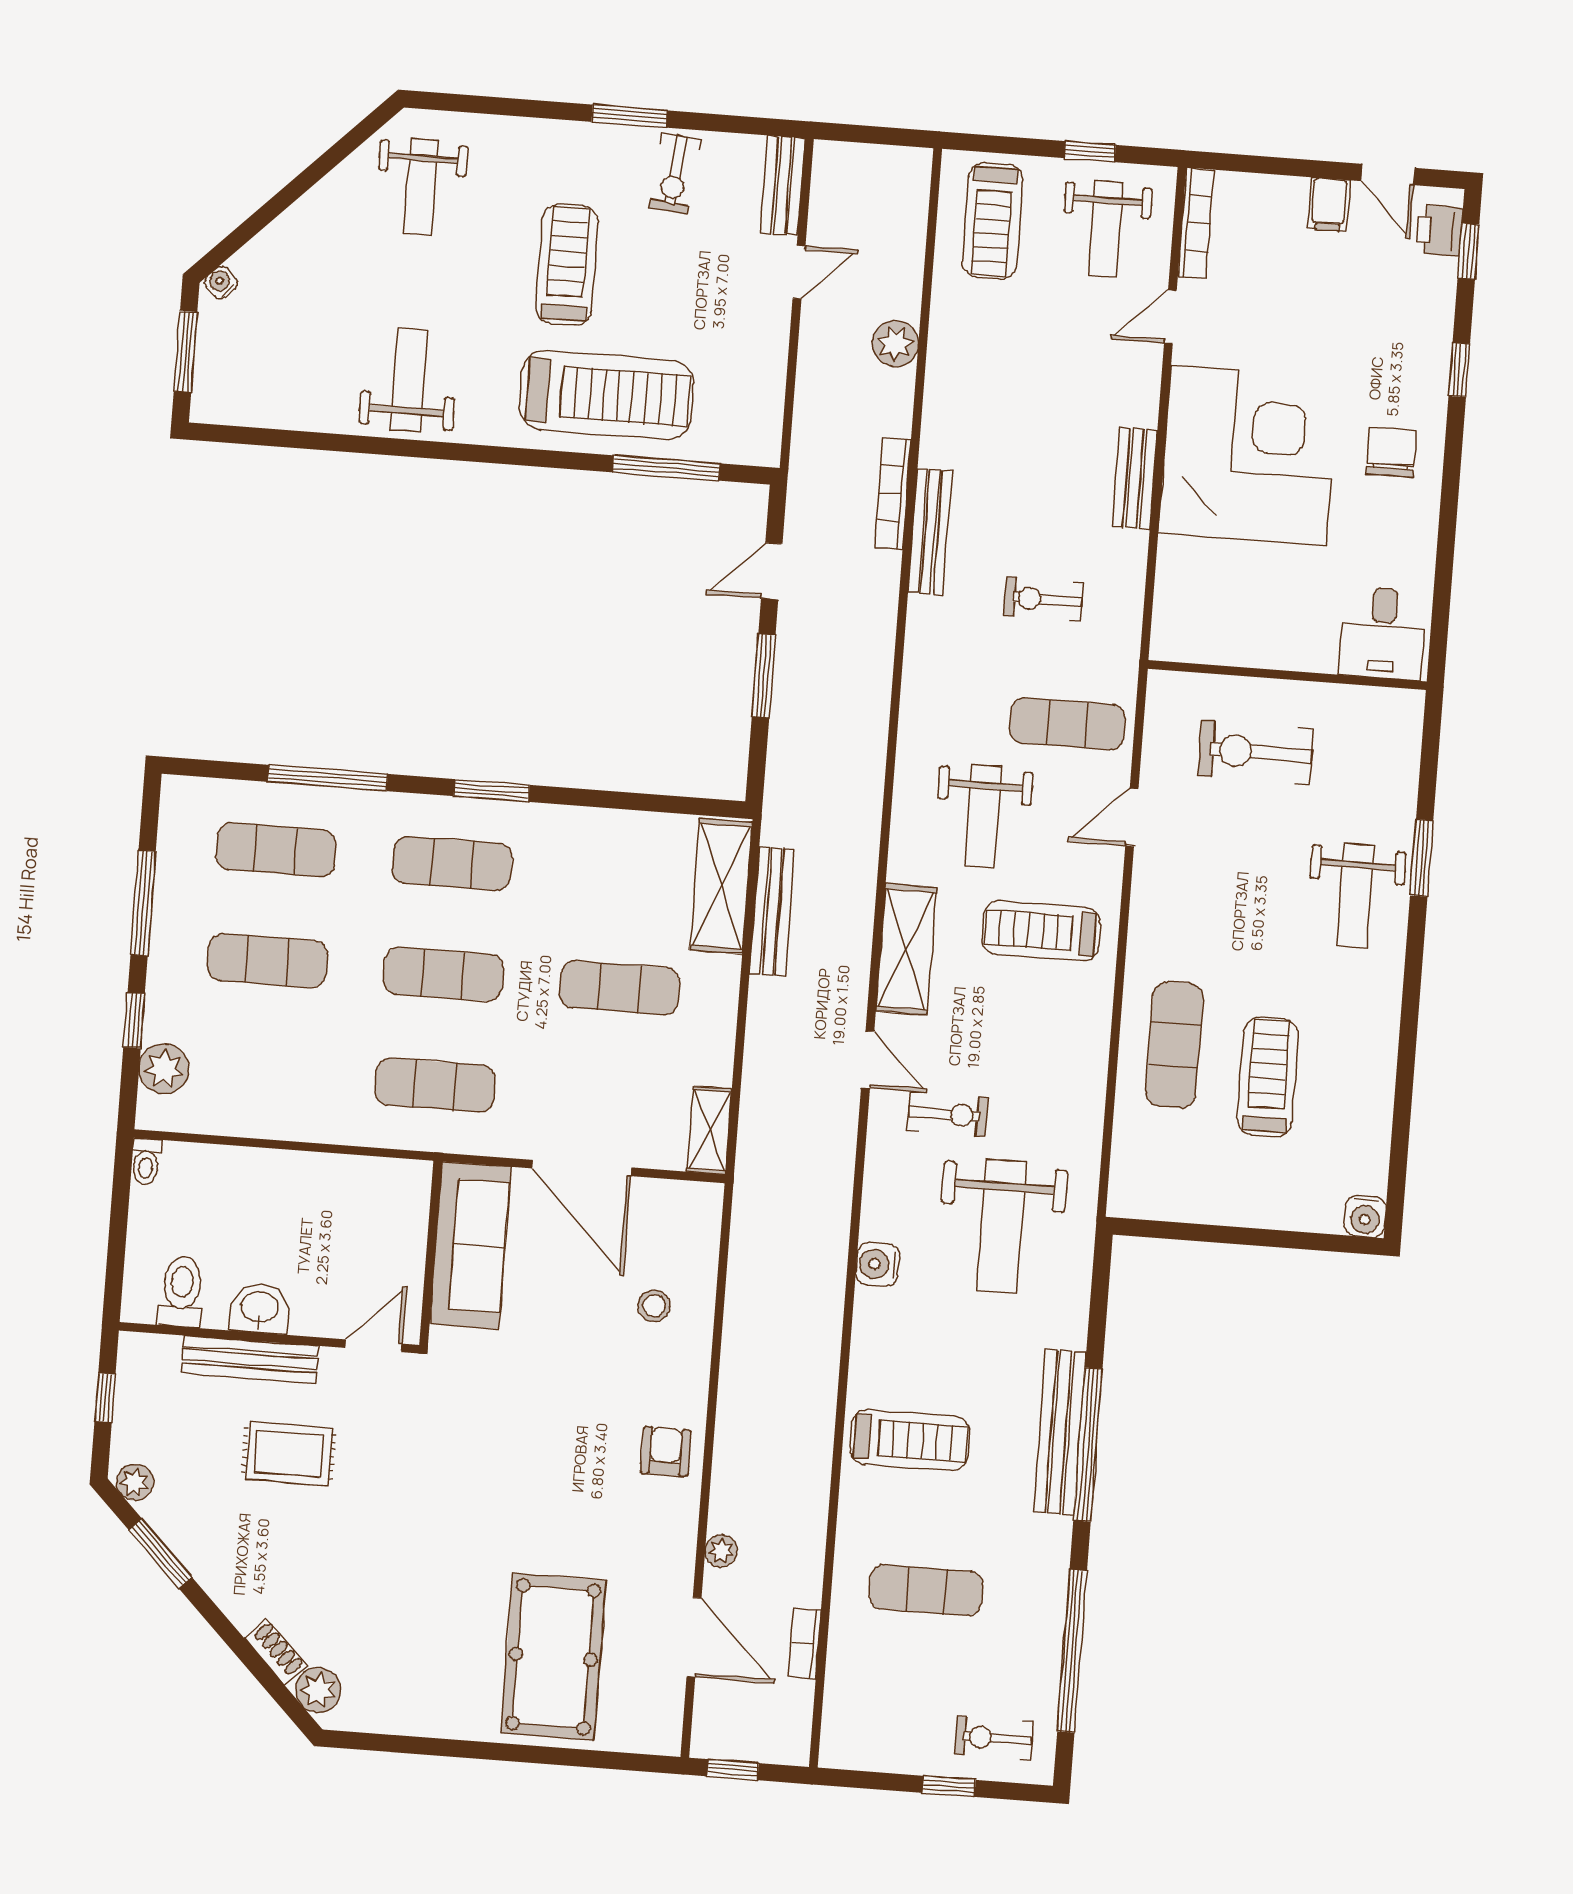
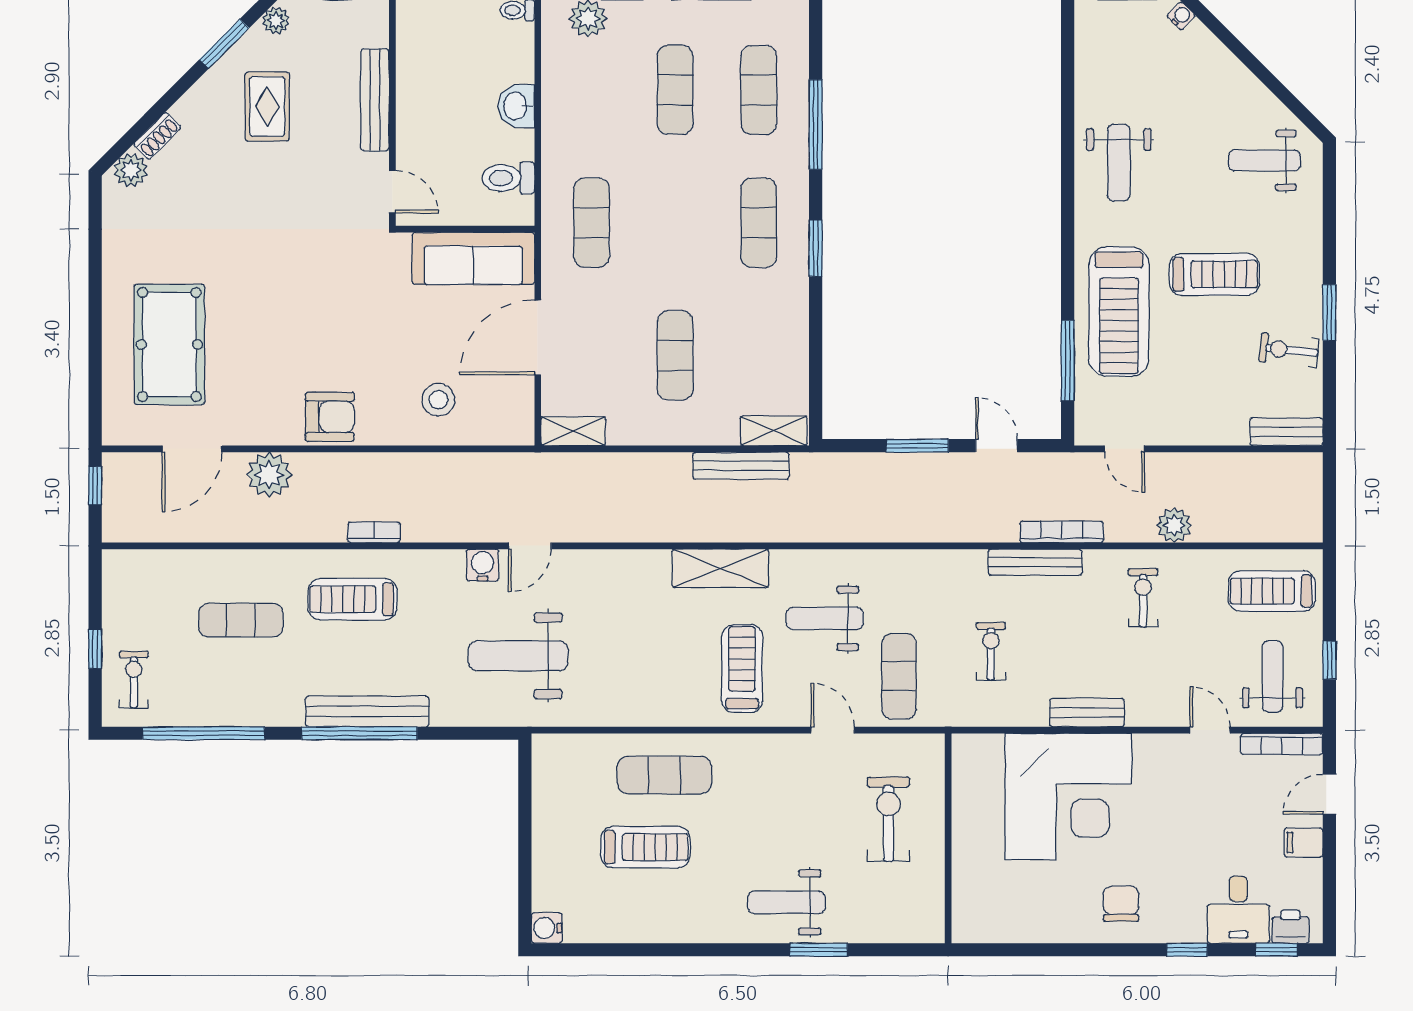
door: (1388, 175) -> (1329, 794), moved
weight bench: (1106, 229) -> (1273, 676), turned 90
door: (799, 272) -> (1125, 449), moved
weight bench: (409, 380) -> (1119, 163), turned 90
chair: (1392, 453) -> (1121, 904), turned -90
corner desk: (1249, 455) -> (1069, 797), moved
desk: (1383, 633) -> (1238, 910), moved, turned -90
shelving: (721, 886) -> (774, 431), width x0.67, depth x0.75
exercise mat: (443, 974) -> (675, 223), removed
door: (868, 1060) -> (530, 546), moved
exercise bike: (948, 1114) -> (1143, 598), moved, turned 180
toilet: (182, 1292) -> (508, 178), moved, turned 180
stool: (654, 1306) -> (439, 400), width x1.37, depth x1.37
washbasin: (260, 1308) -> (516, 106), moved, turned 180
treadmill: (910, 1440) -> (353, 599), turned 90
armchair: (666, 1452) -> (330, 417), width x1.38, depth x1.38
rug: (289, 1454) -> (267, 107), moved
plant: (721, 1551) -> (269, 475), width x1.87, depth x1.87
exercise mat: (926, 1590) -> (241, 620), turned 90
bookcase: (805, 1643) -> (374, 532), moved
pool table: (553, 1657) -> (169, 344), turned 90

